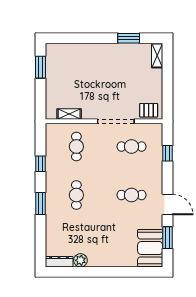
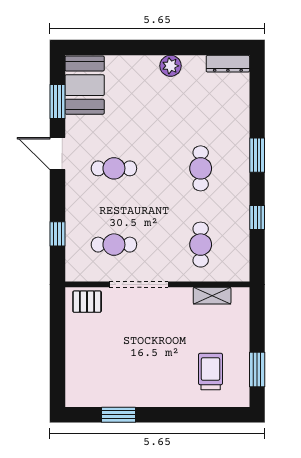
shelving: (157, 56) -> (74, 388), removed
trolley: (70, 66) -> (211, 372), added
plant: (80, 260) -> (171, 66), moved

